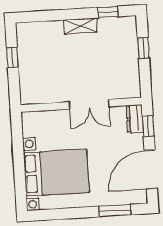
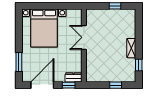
double door: (89, 104) -> (84, 37), moved
door: (151, 169) -> (42, 85), hinge flipped

